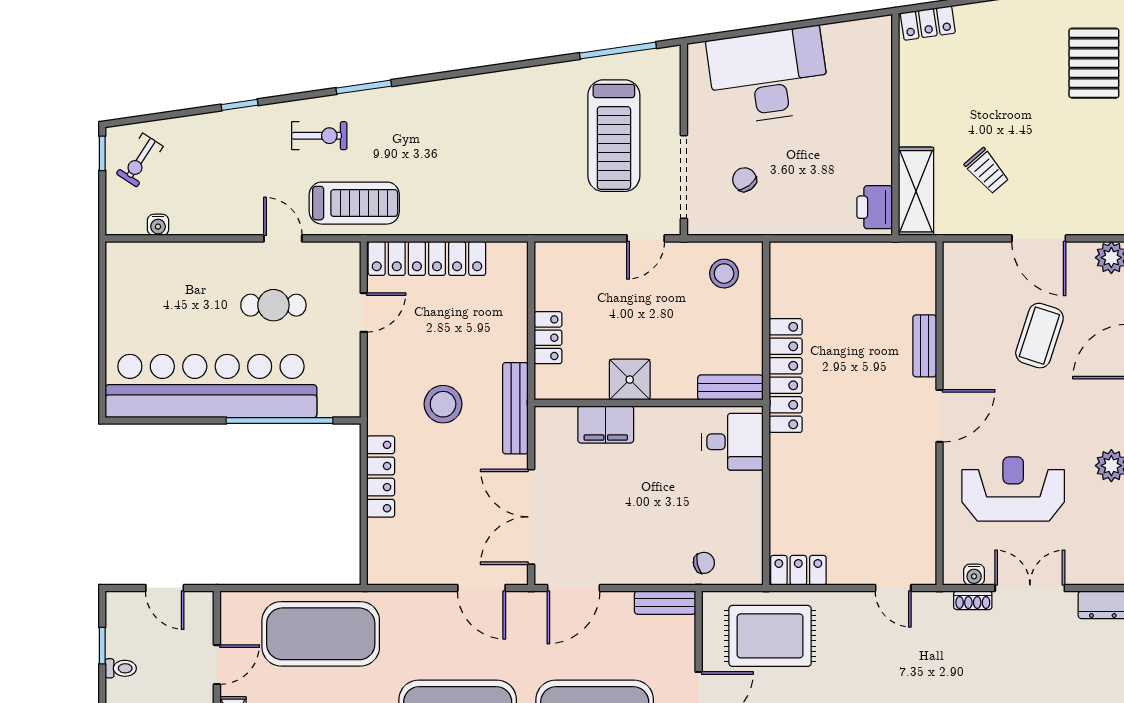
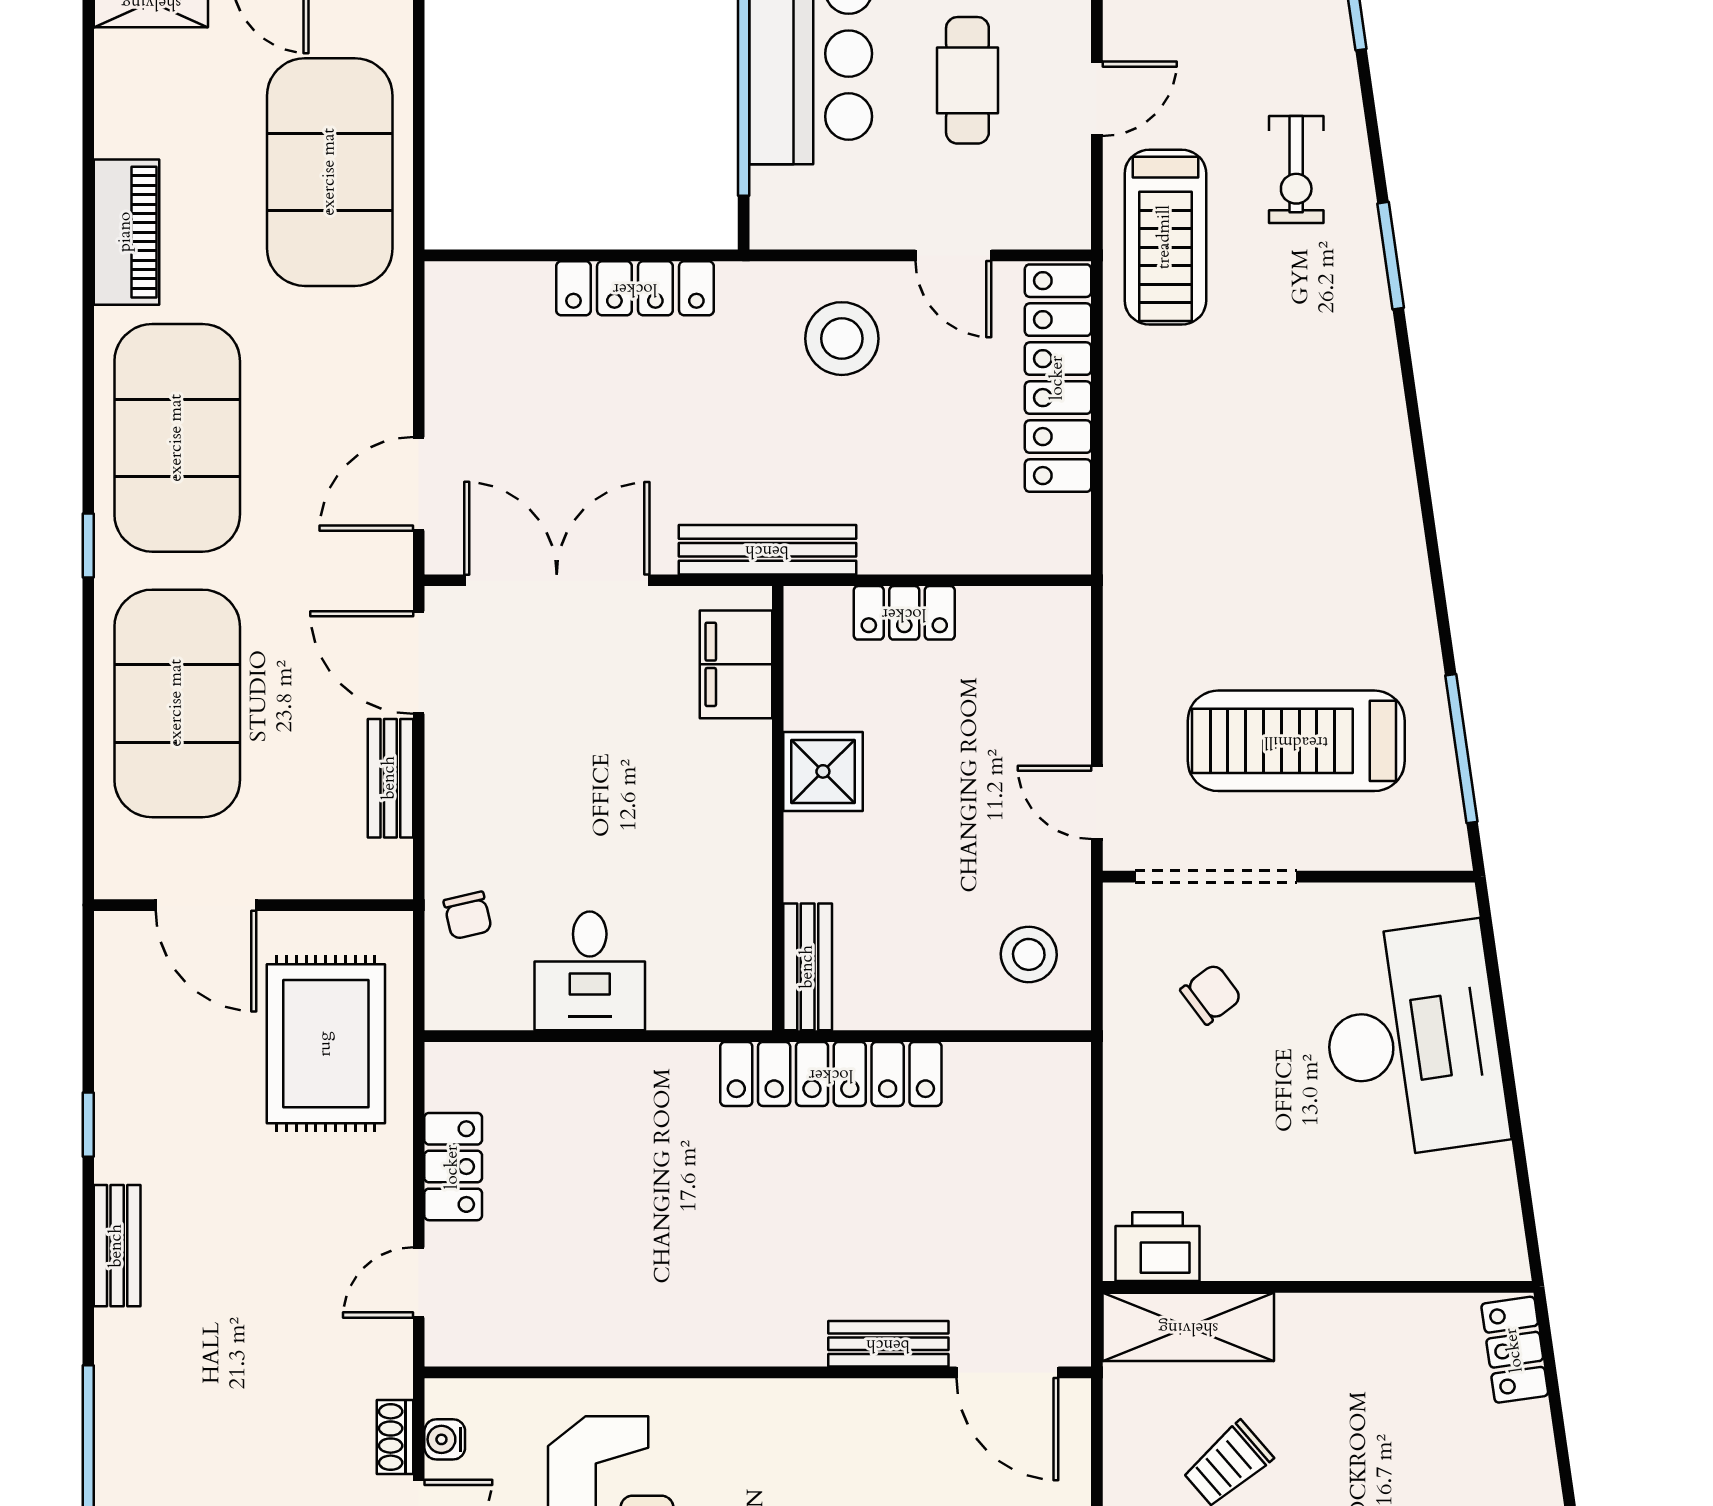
stool: (443, 404) -> (842, 339), moved
door: (939, 416) -> (1007, 1372), moved
filing cabinet: (606, 424) -> (736, 664), moved
desk: (733, 442) -> (590, 971), moved
locker: (798, 570) -> (453, 1167), moved
bench: (665, 603) -> (390, 778), moved

